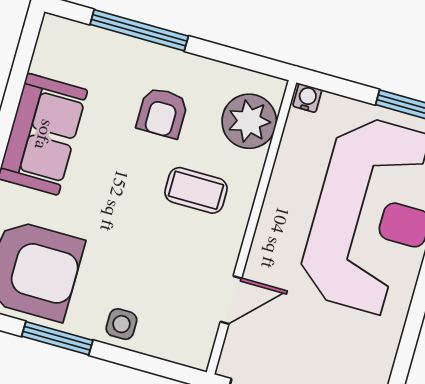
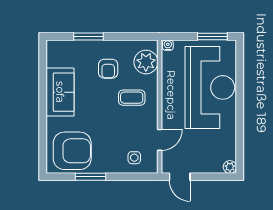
window: (139, 30) -> (89, 37), width x0.69
side table: (121, 324) -> (134, 158), moved

